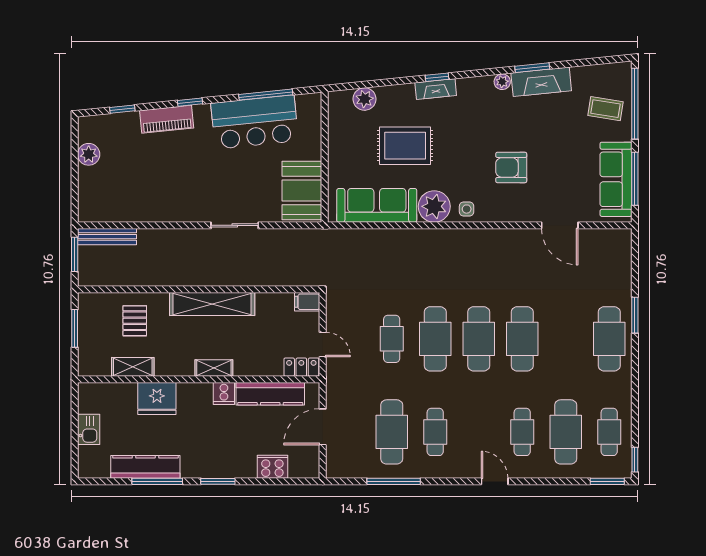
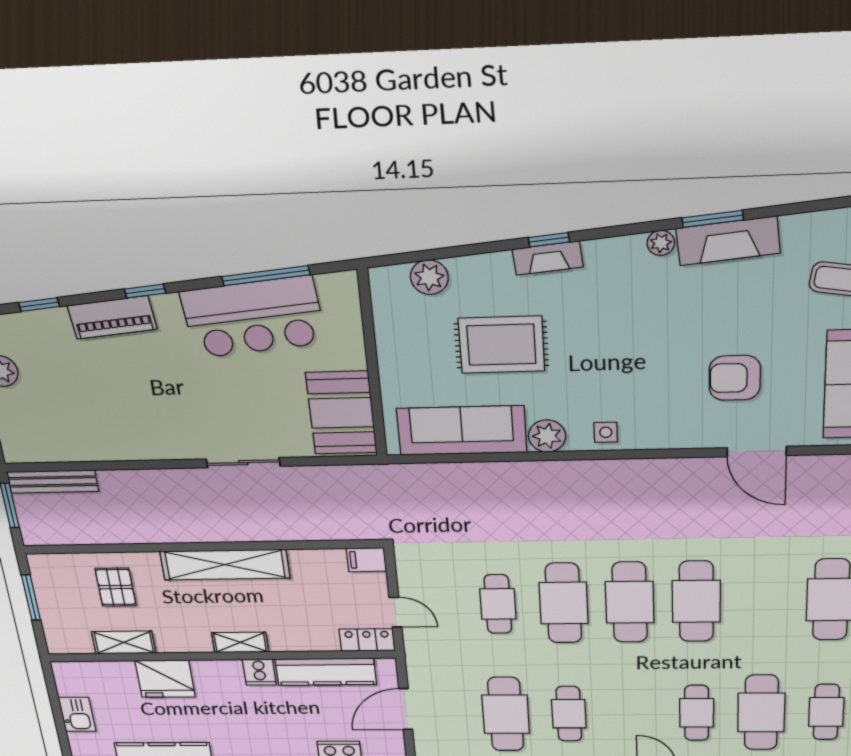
armchair: (511, 167) -> (735, 378), moved
plant: (434, 206) -> (547, 436), width x0.73, depth x0.73

